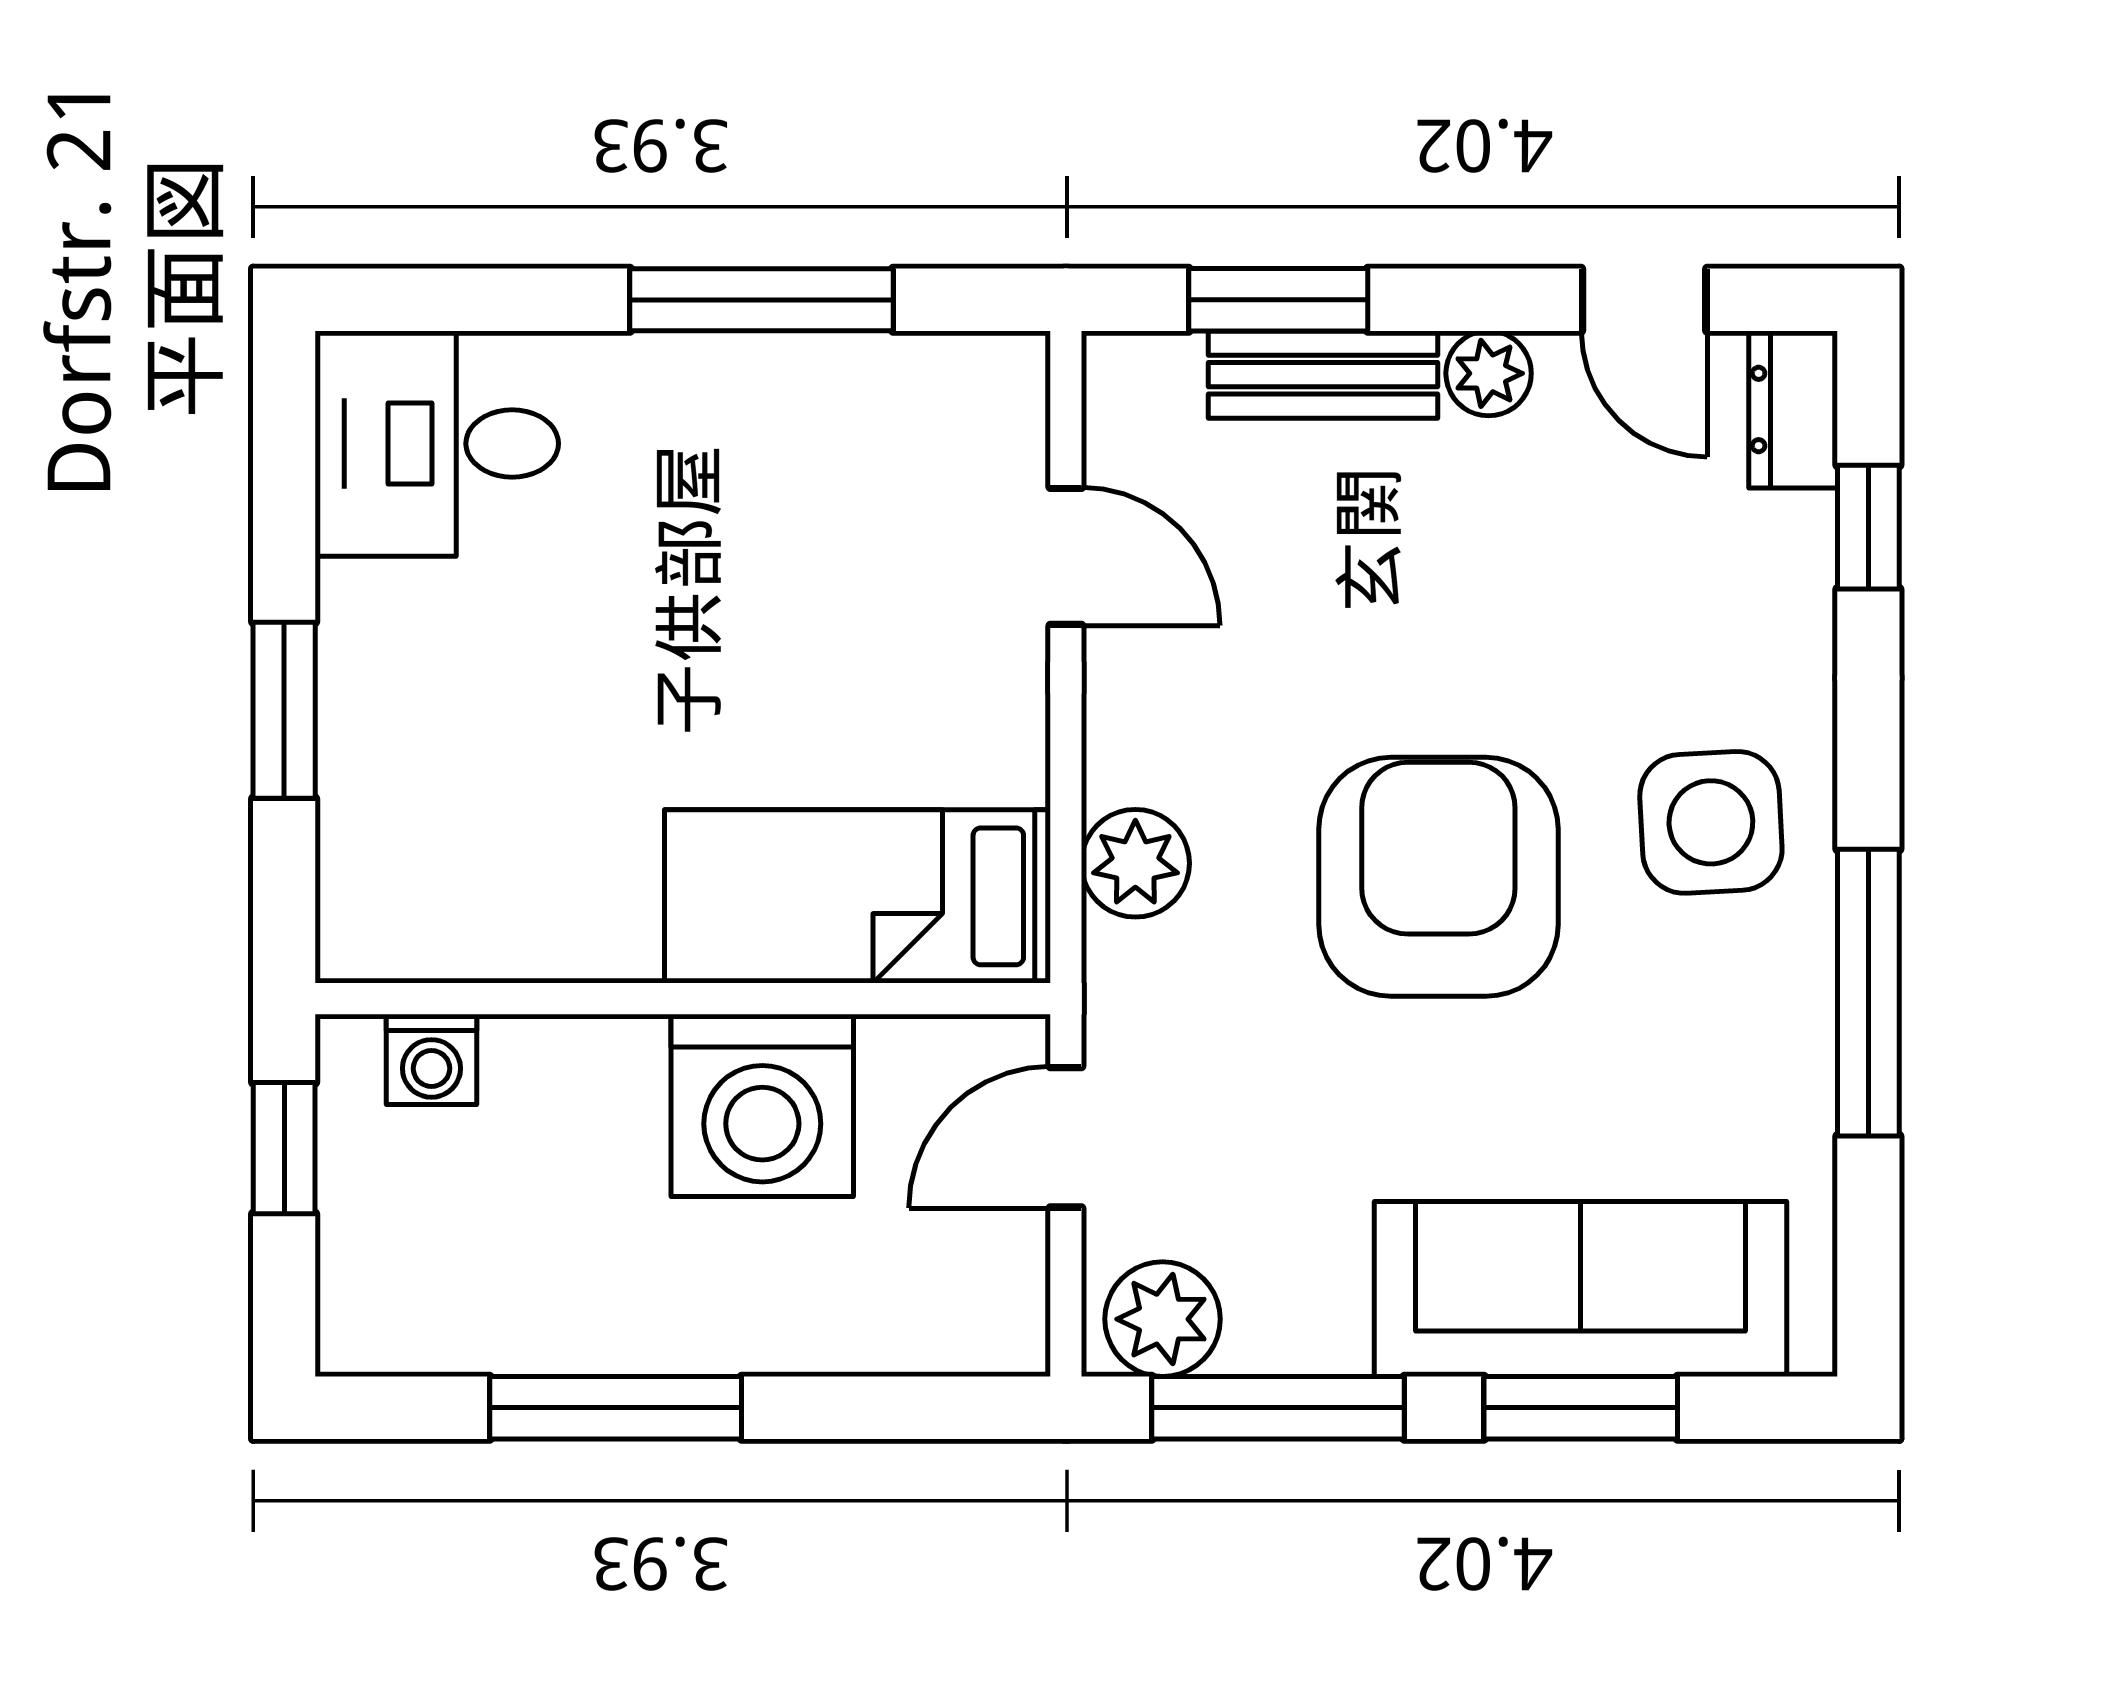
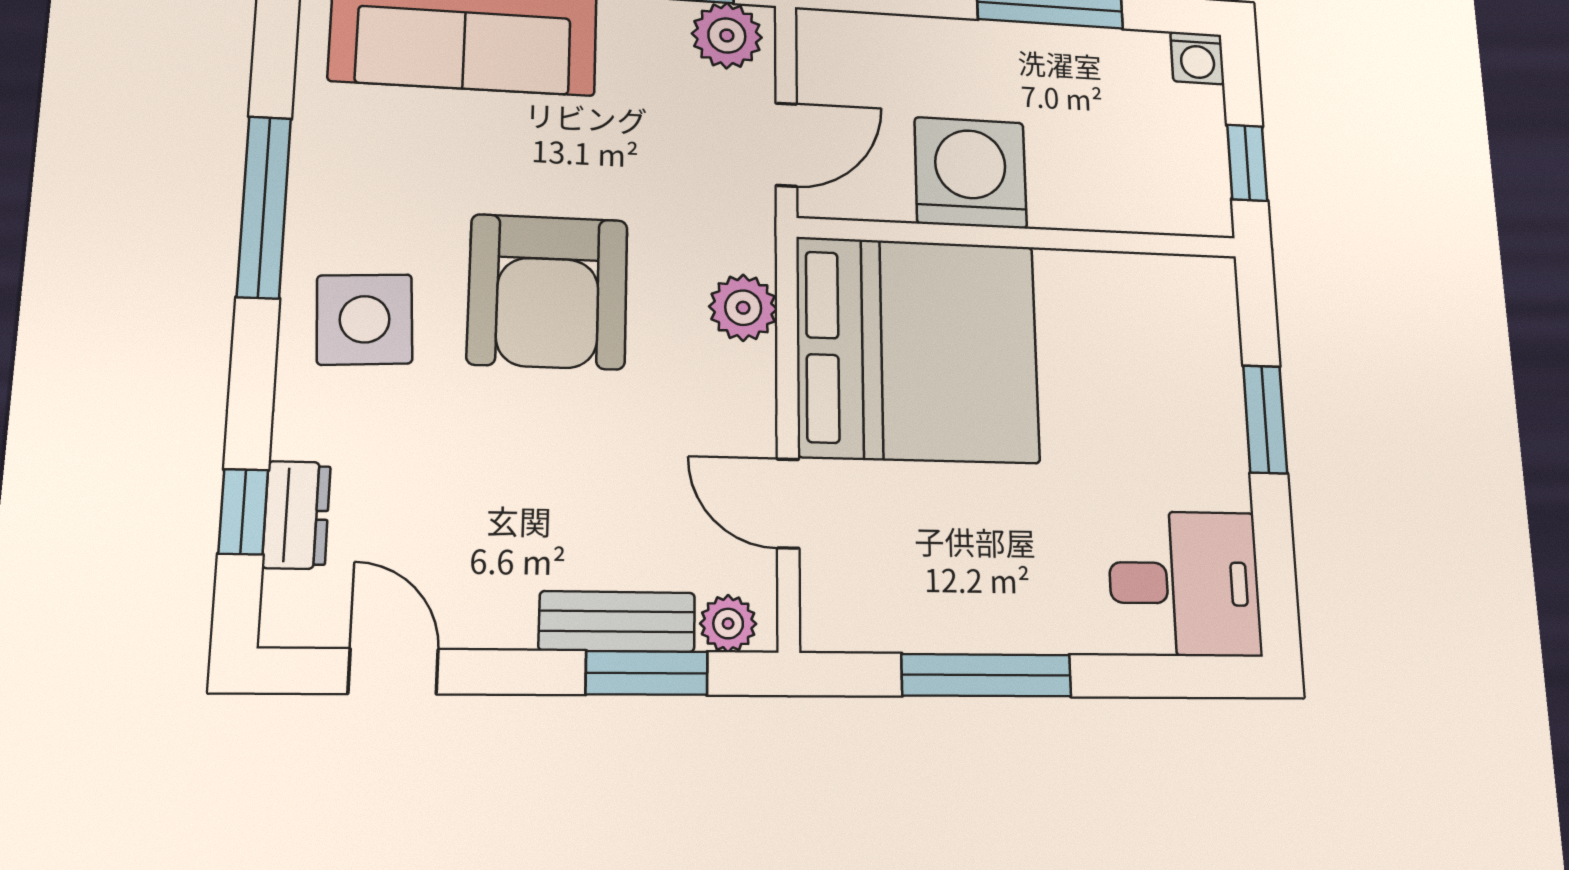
plant: (1489, 373) -> (728, 624), moved
dresser: (1793, 409) -> (296, 515), moved
bed: (857, 896) -> (918, 350), width x2.04
washing machine: (431, 1059) -> (1197, 58), moved, turned 180

